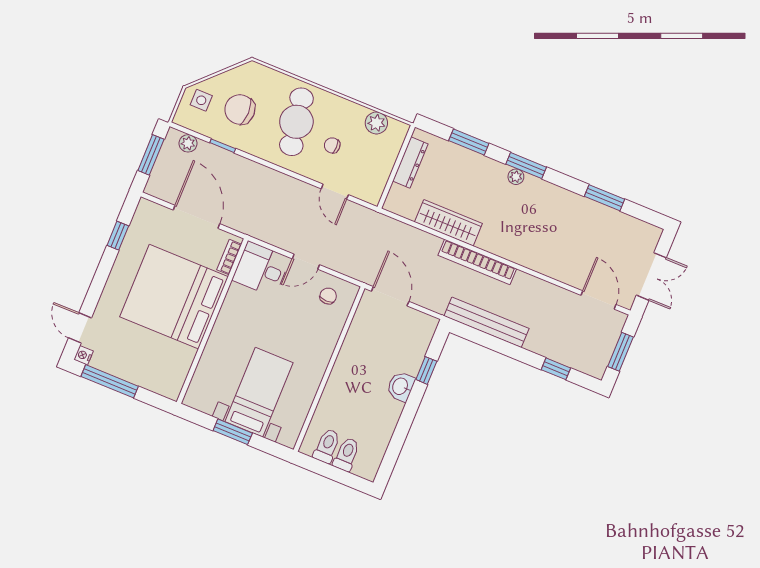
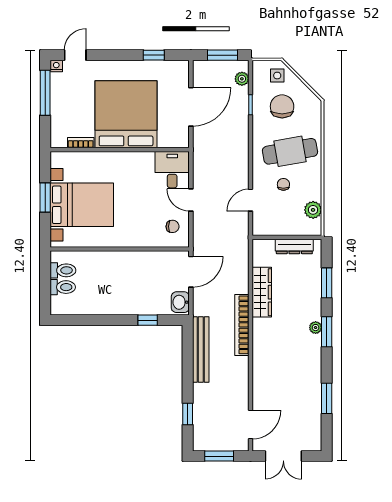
bookcase: (229, 257) -> (81, 143), moved
washbasin: (401, 387) -> (180, 302), moved, turned -90
bed with nightstands: (259, 392) -> (82, 205), width x1.36

